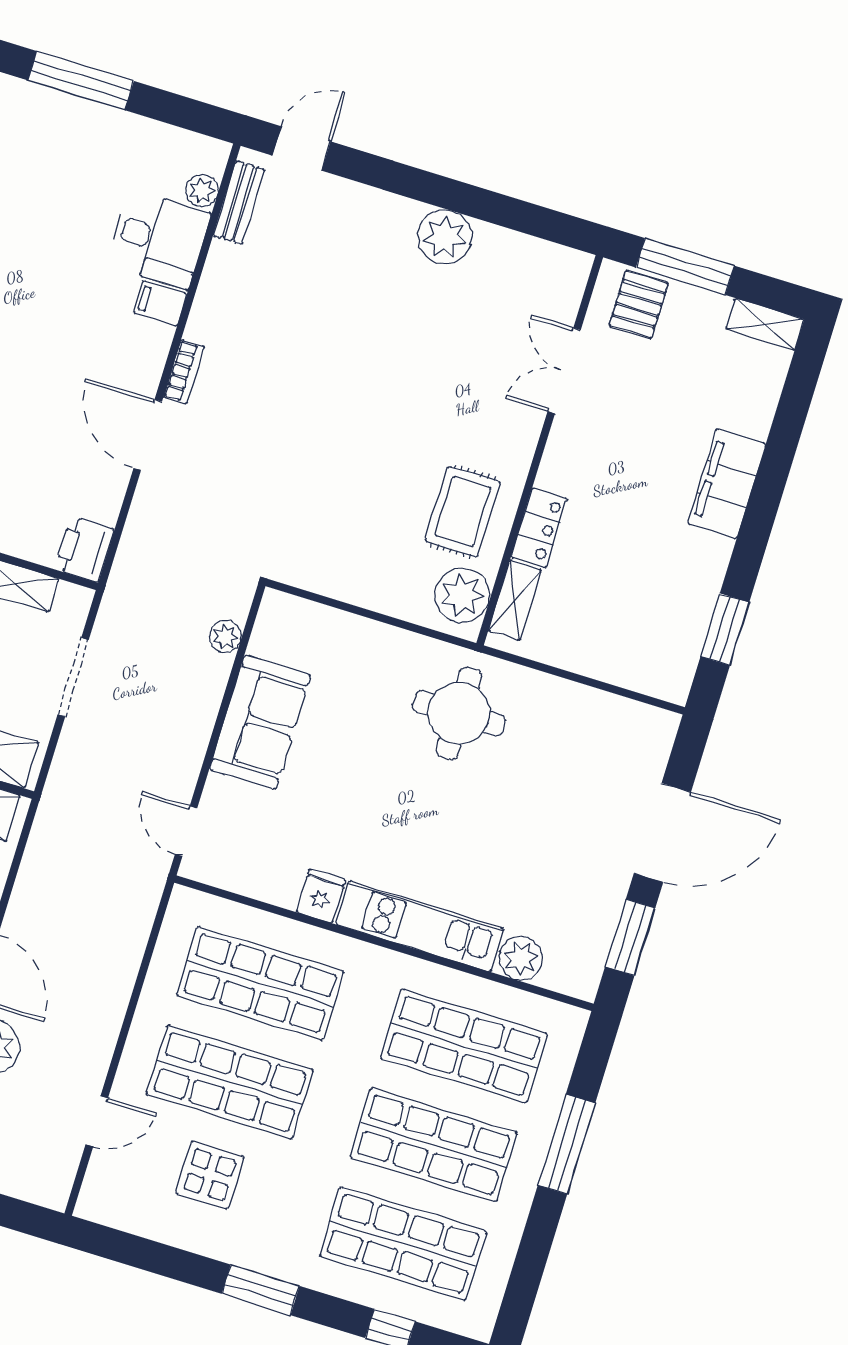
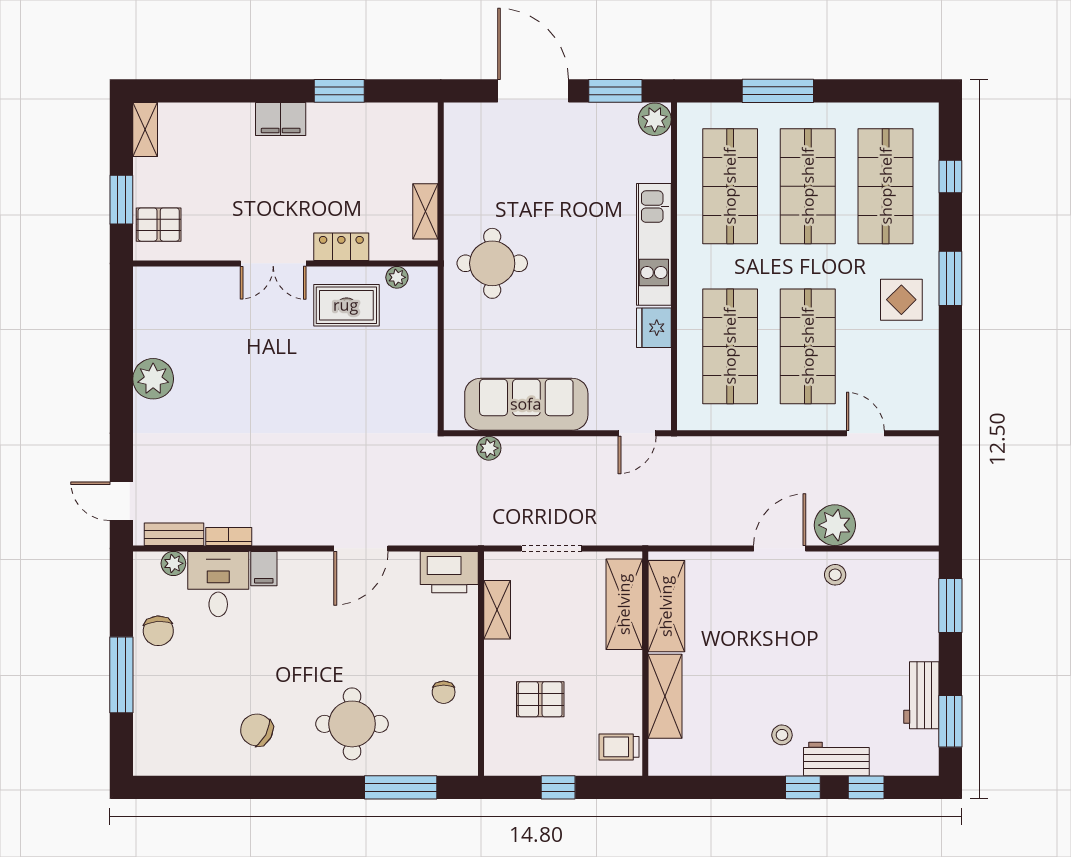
chair: (122, 145) -> (158, 631), added
window: (685, 267) -> (121, 200), width x0.69
double door: (564, 371) -> (273, 263), moved
bookcase: (184, 372) -> (229, 536), moved
filing cabinet: (727, 484) -> (281, 119), width x0.67, depth x0.86
printer: (84, 549) -> (449, 572), width x1.37, depth x1.19
plant: (462, 595) -> (397, 277), width x0.53, depth x0.53
shelving: (515, 600) -> (425, 211), moved, turned 90
window: (725, 629) -> (339, 91), moved
sofa: (260, 722) -> (526, 404), width x1.36
fridge: (321, 896) -> (654, 328), width x1.38
plant: (521, 958) -> (655, 119), moved
display table: (210, 1175) -> (901, 300), moved

